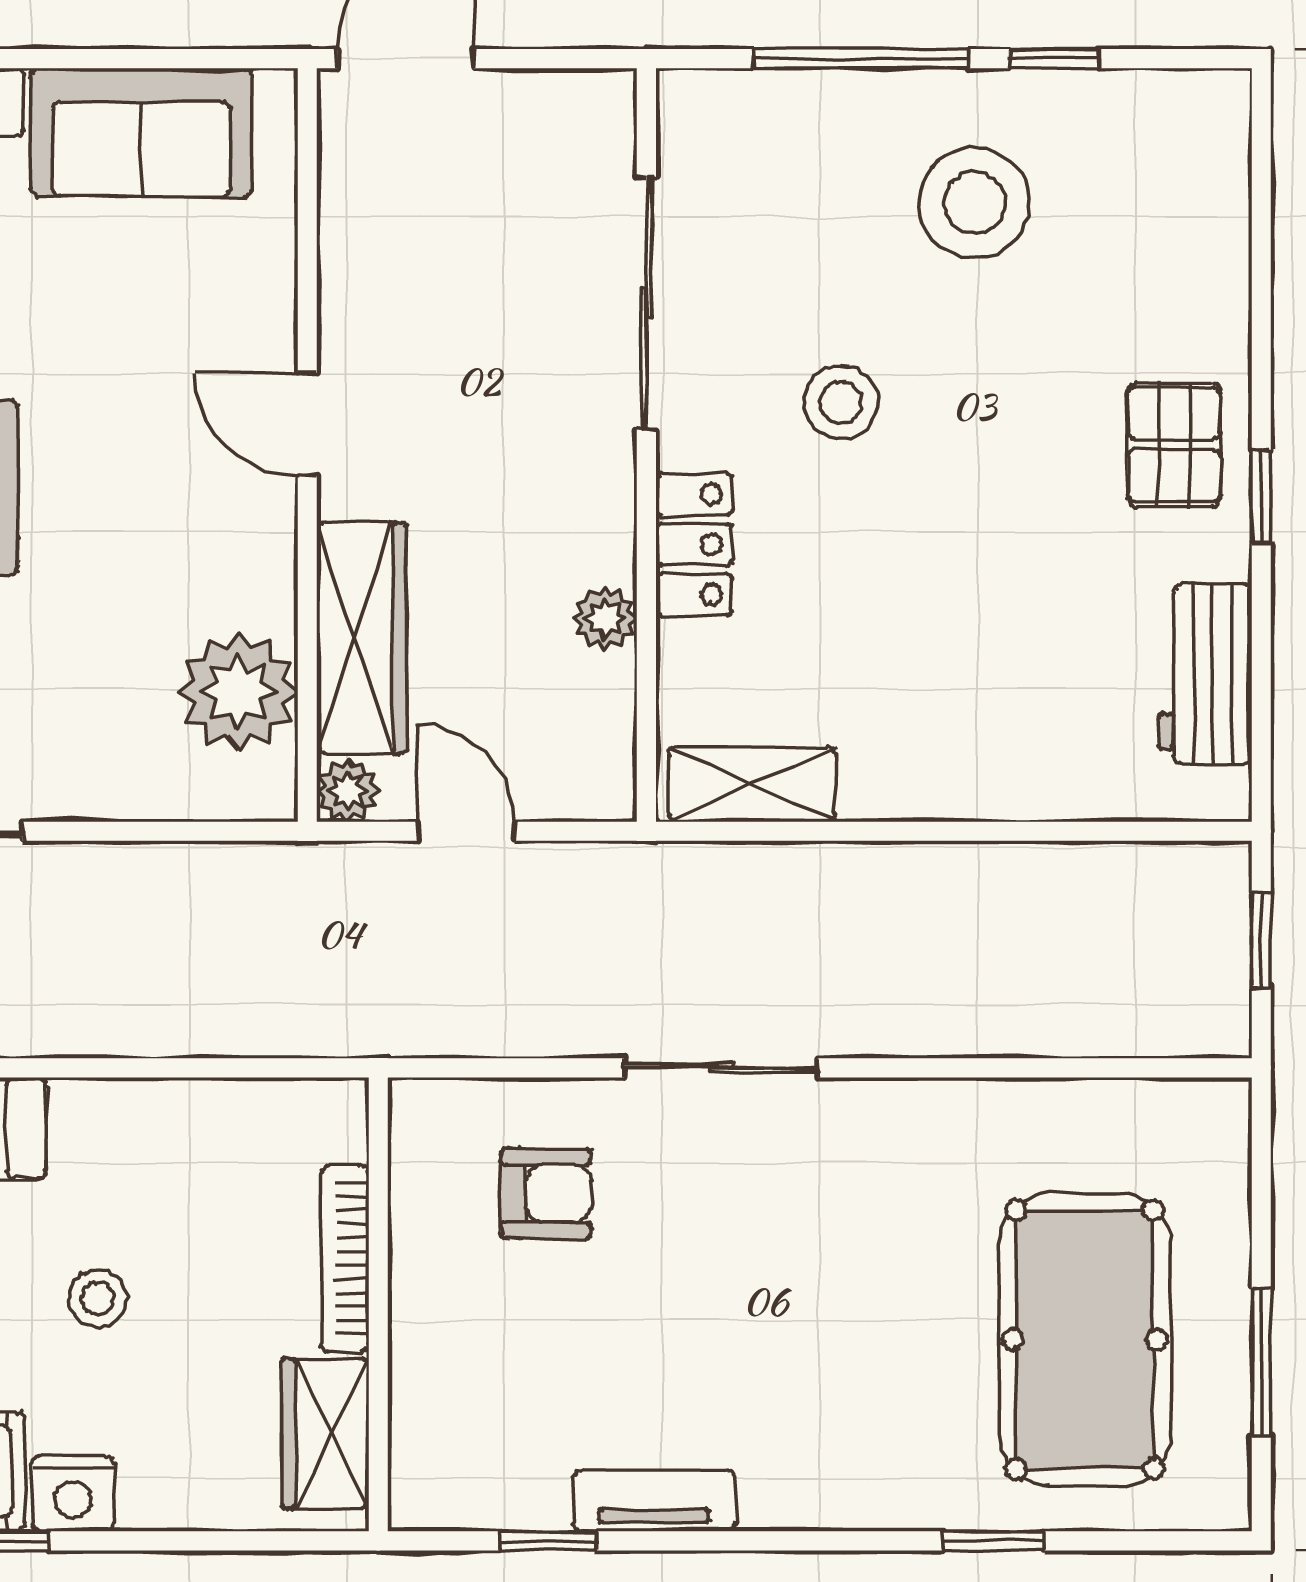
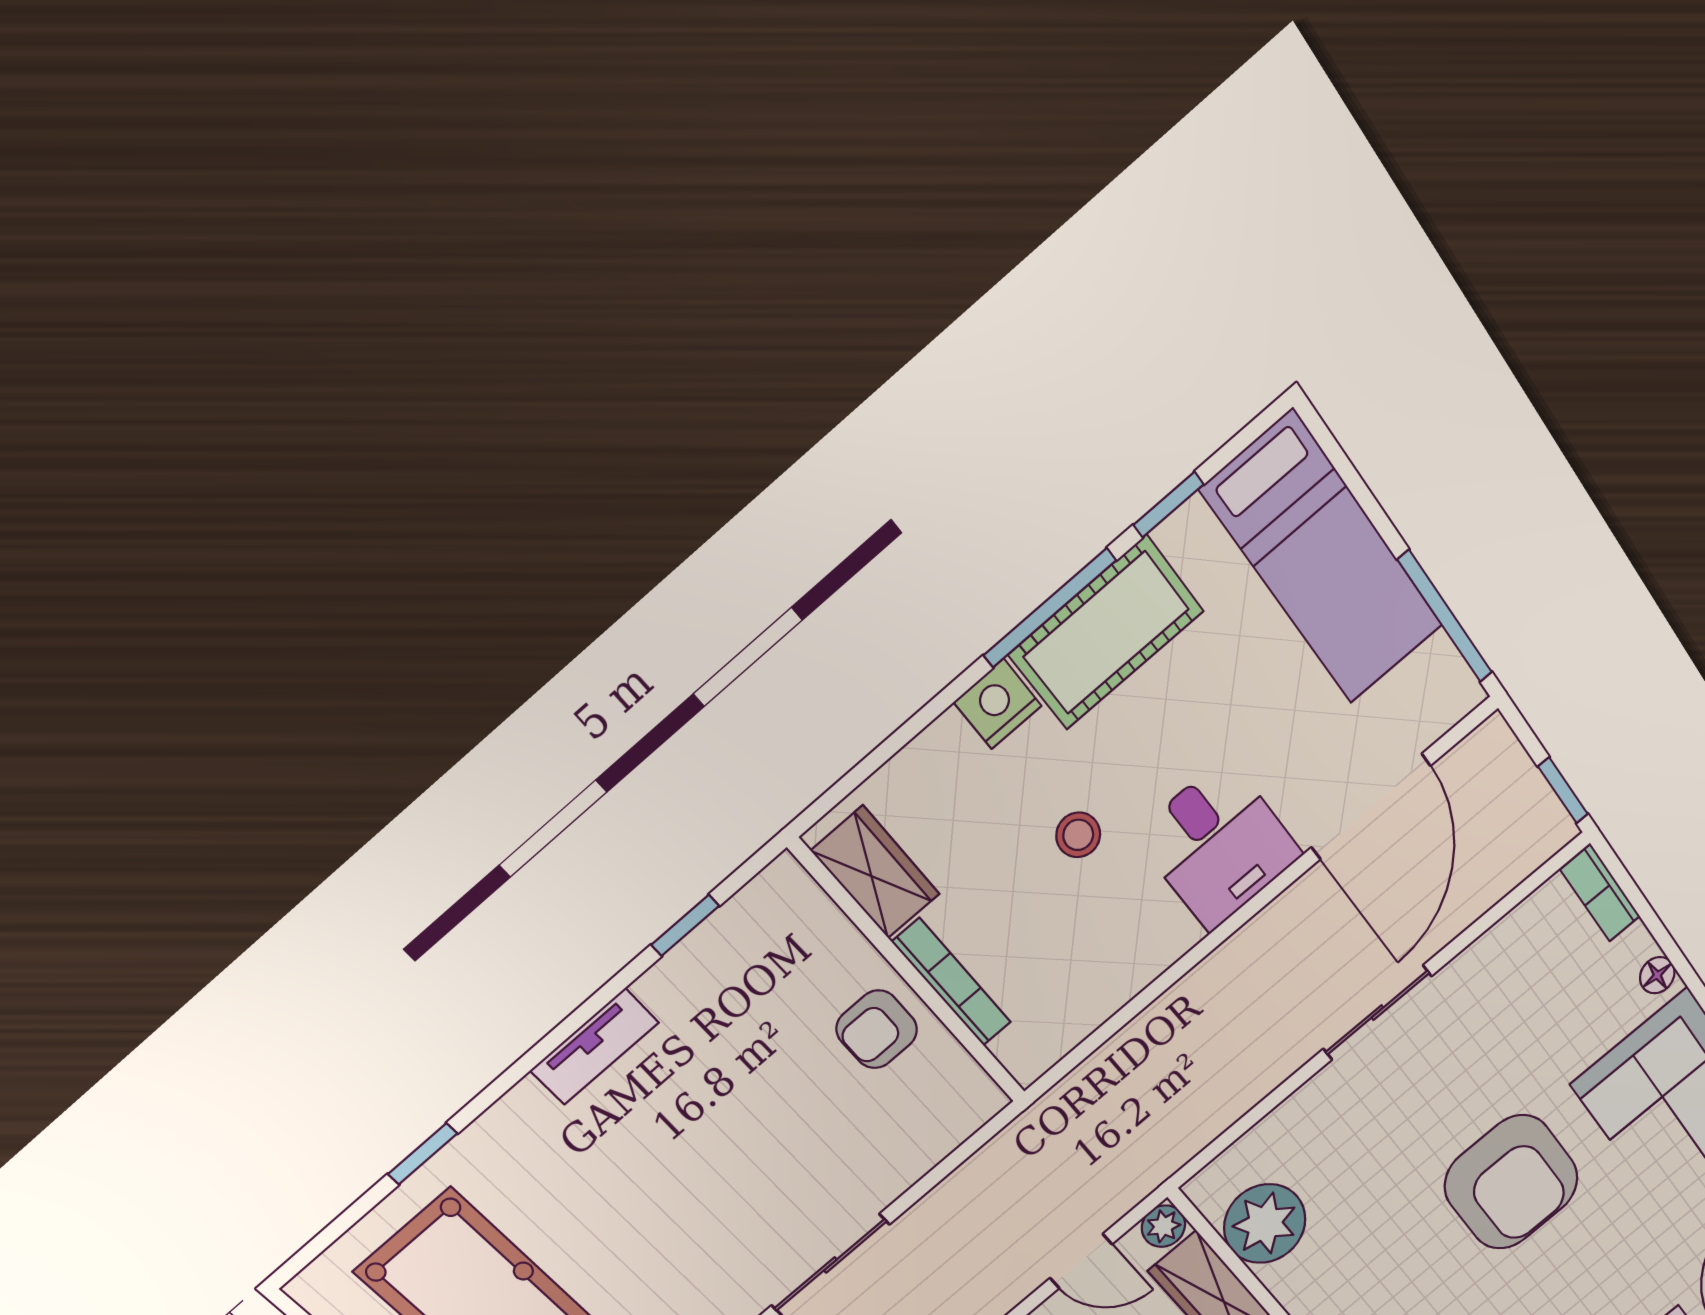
armchair: (546, 1194) -> (877, 1029), moved
tv unit: (654, 1501) -> (594, 1047), moved

